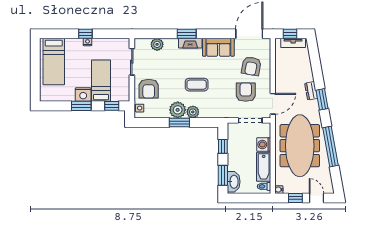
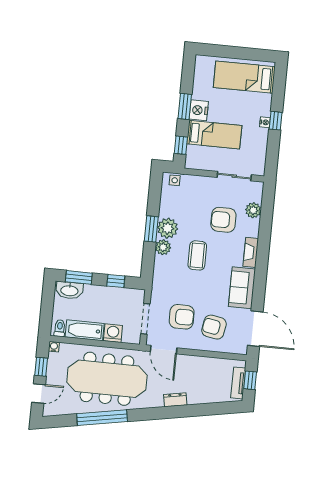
window: (187, 34) -> (263, 249), removed
armchair: (149, 89) -> (223, 220), moved
window: (322, 99) -> (163, 413), removed

